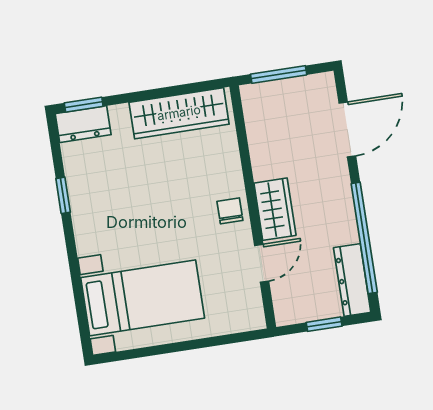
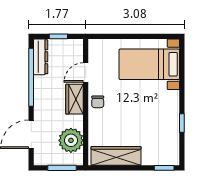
dresser: (83, 124) -> (166, 158), removed
plant: (270, 130) -> (71, 140), added

